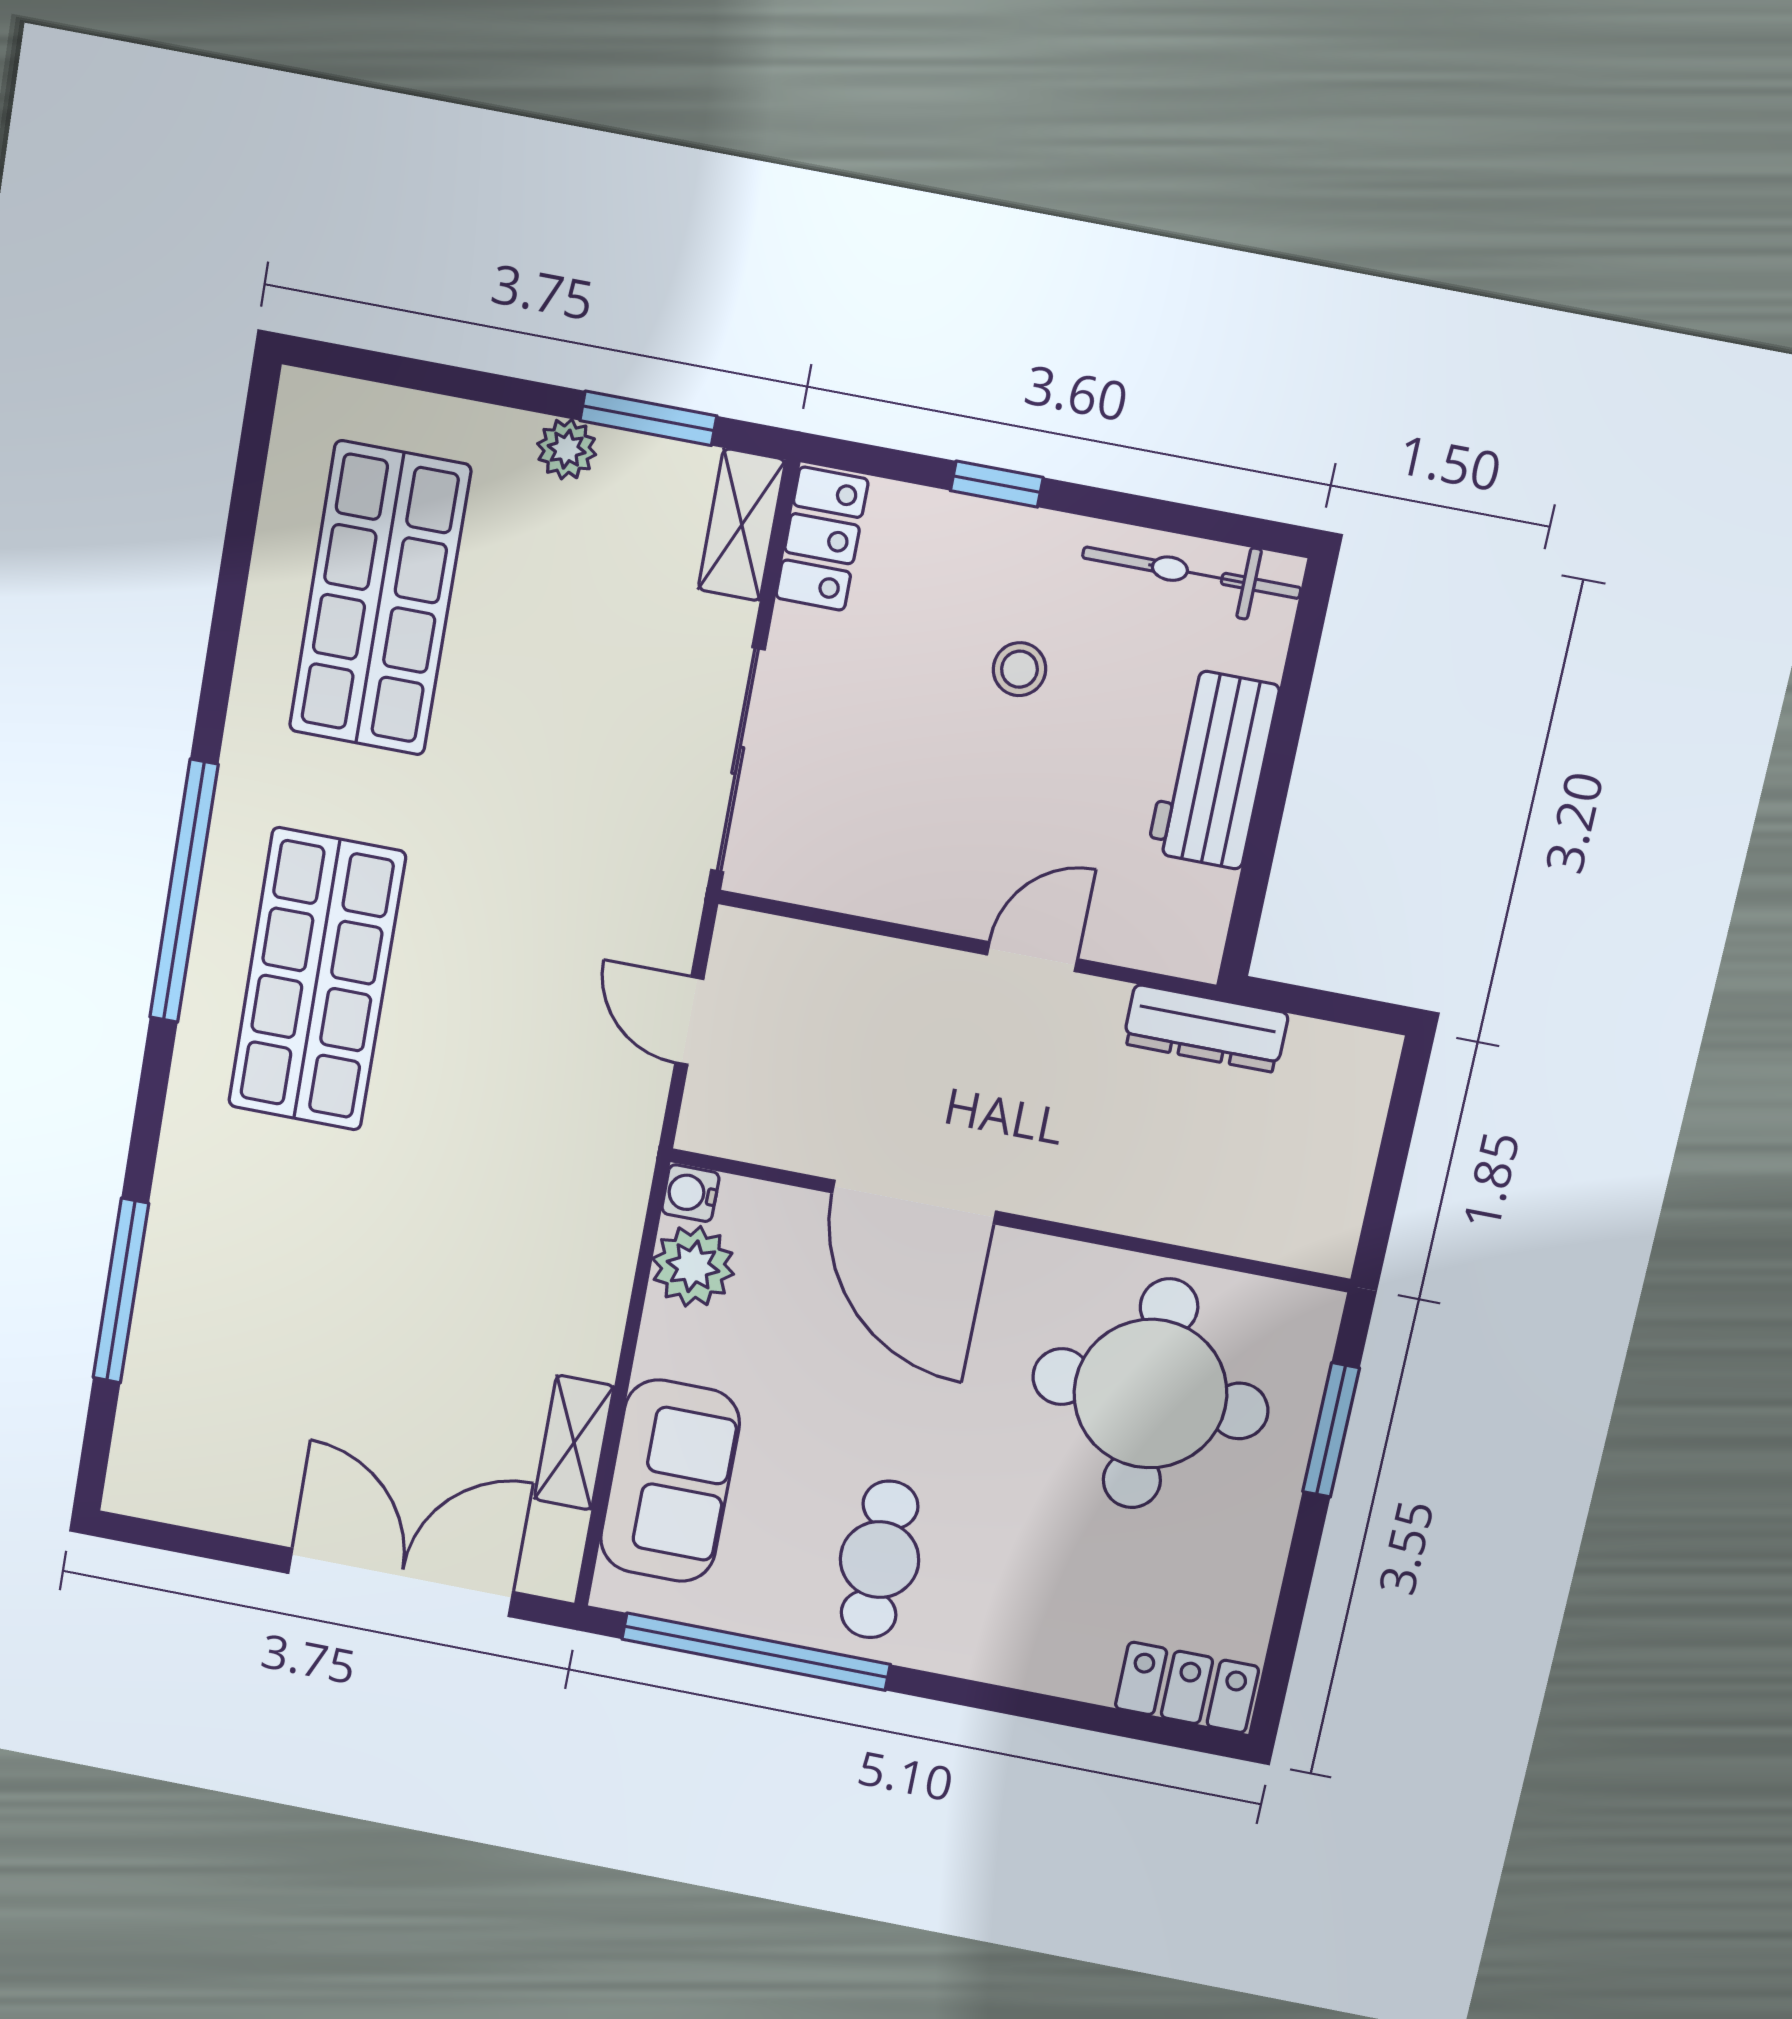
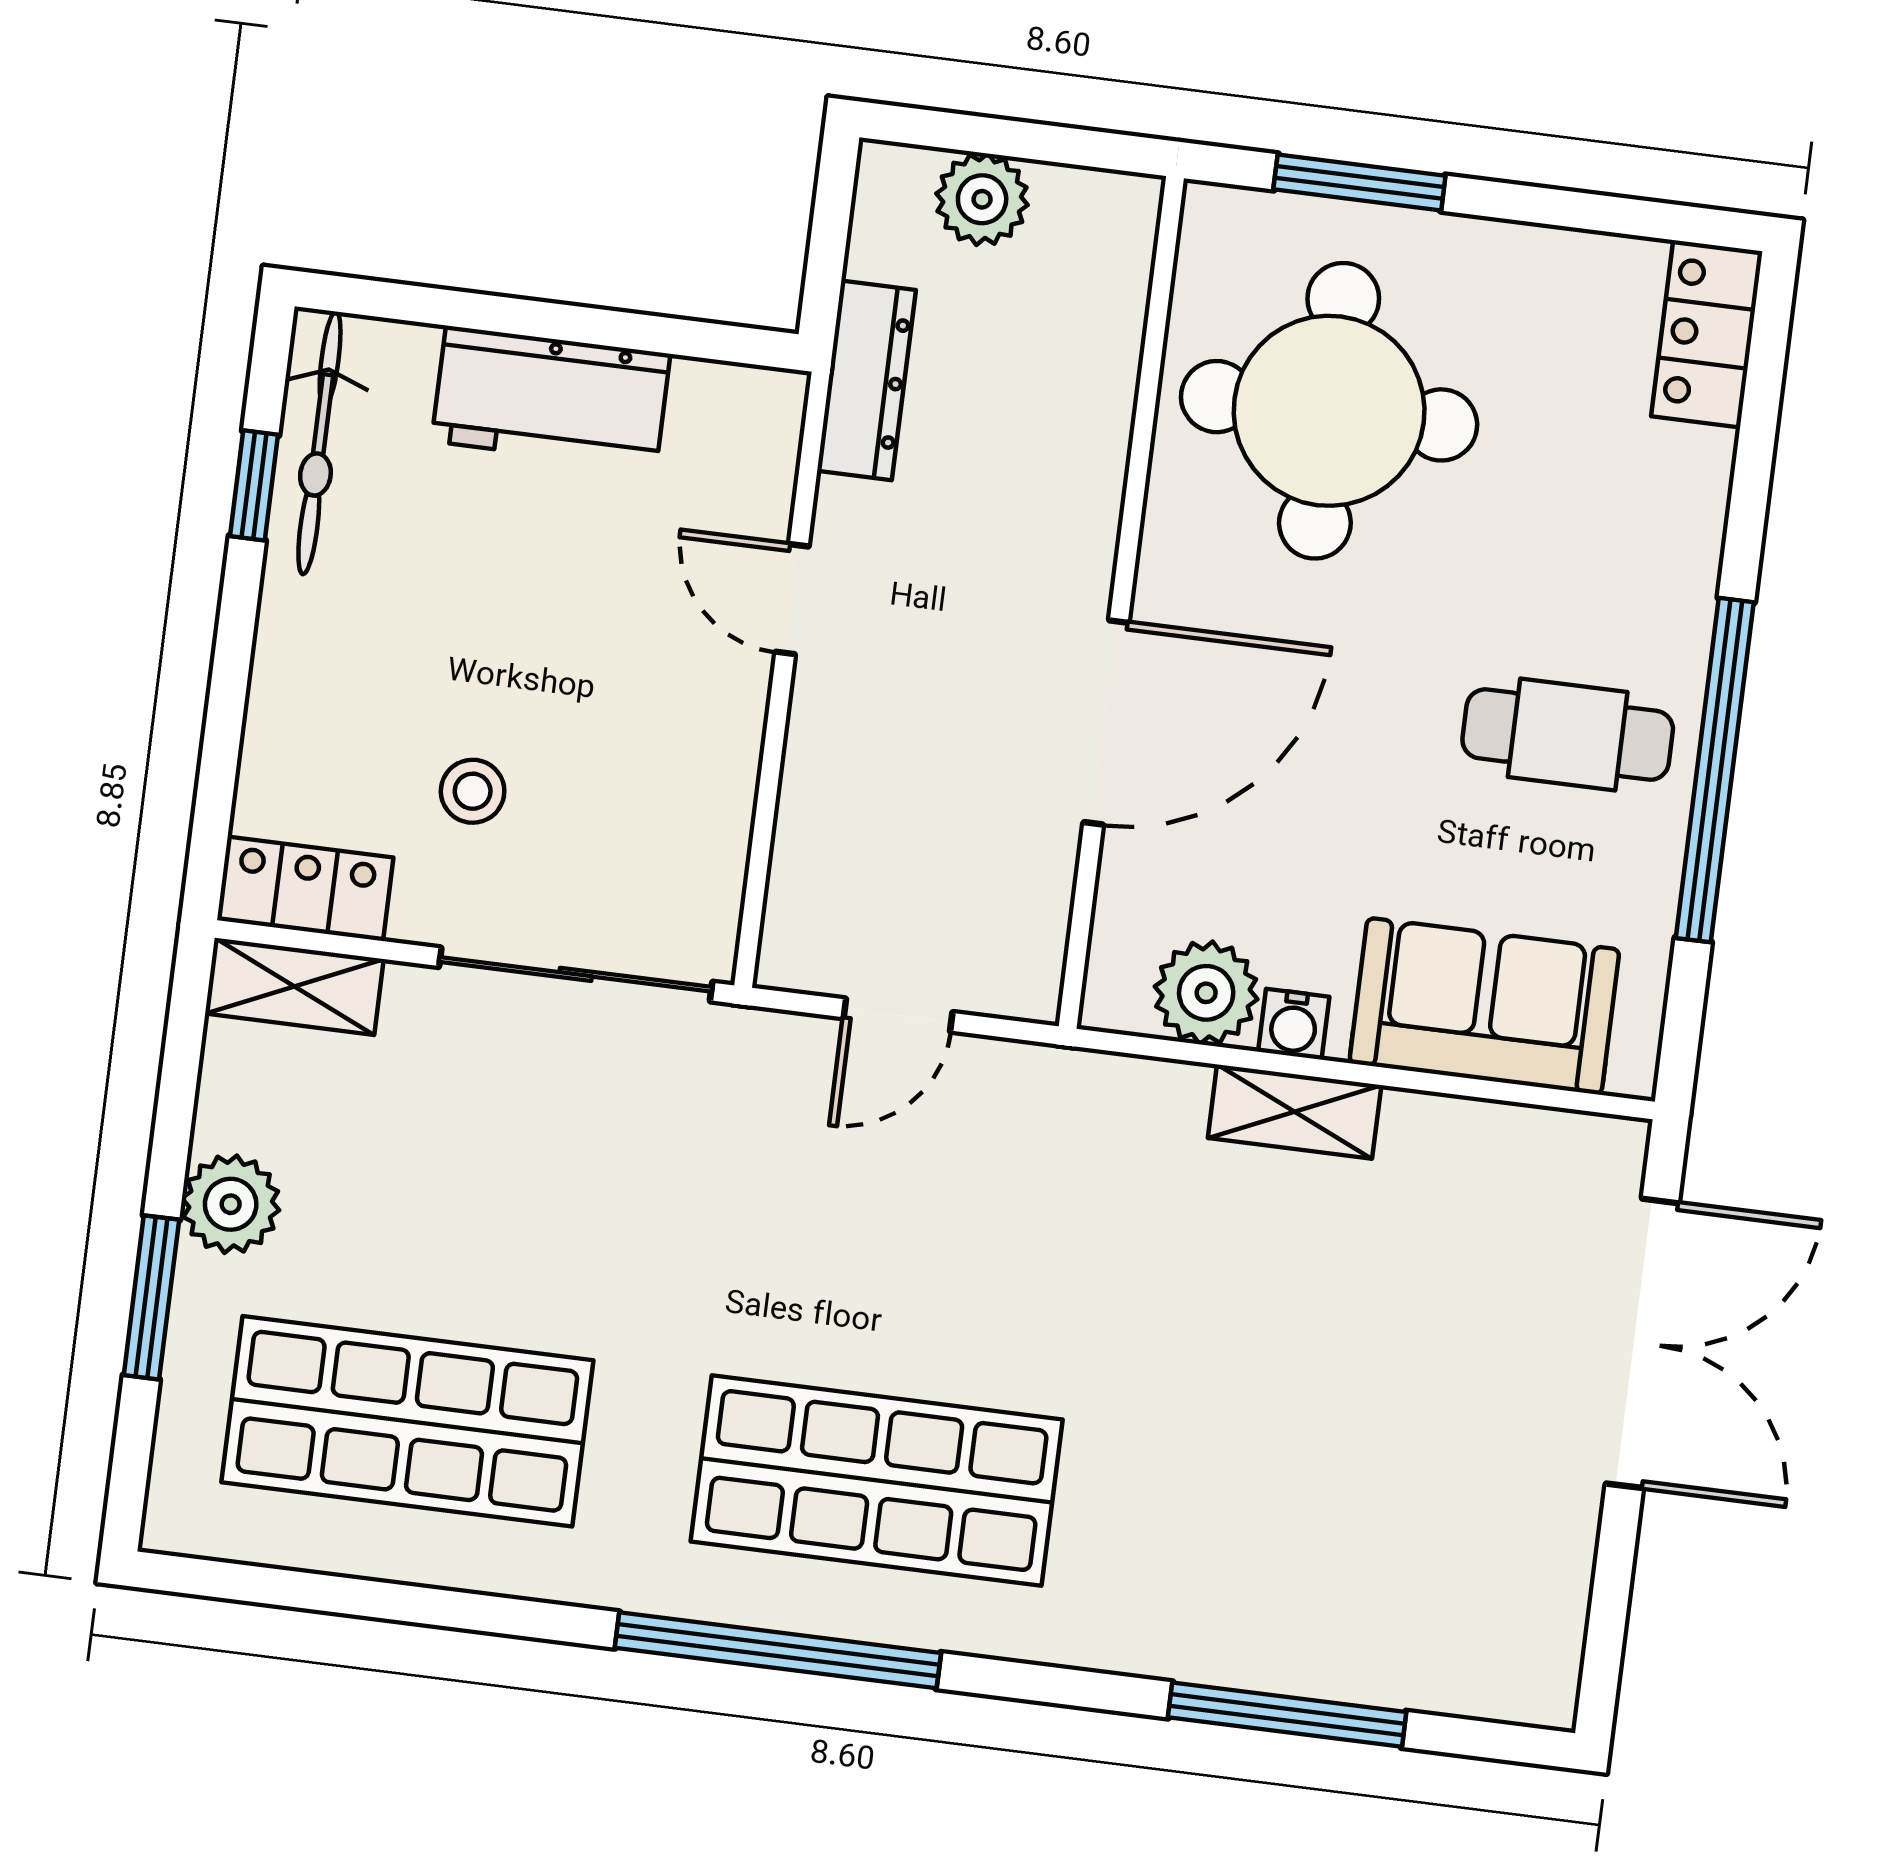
window: (648, 418) -> (151, 1297), moved
plant: (567, 449) -> (231, 1204), width x1.38, depth x1.38
window: (997, 484) -> (254, 485), moved
stool: (1019, 669) -> (473, 791), moved
plant: (1345, 1131) -> (982, 199), added
water cooler: (690, 1193) -> (1294, 1024), moved
shelving: (574, 1443) -> (1295, 1112), moved
double door: (400, 1582) -> (1642, 1343), swing flipped
window: (756, 1652) -> (1715, 770), moved

